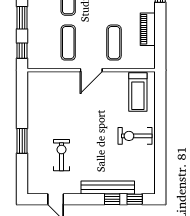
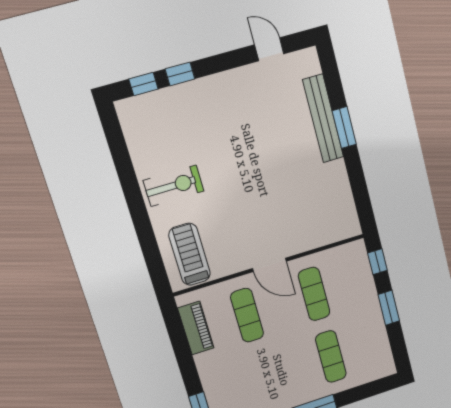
piano: (148, 29) -> (196, 328), moved
door: (91, 70) -> (269, 265), swing flipped
exercise bike: (62, 155) -> (279, 123), removed
bench: (108, 187) -> (323, 119), moved, turned 90

